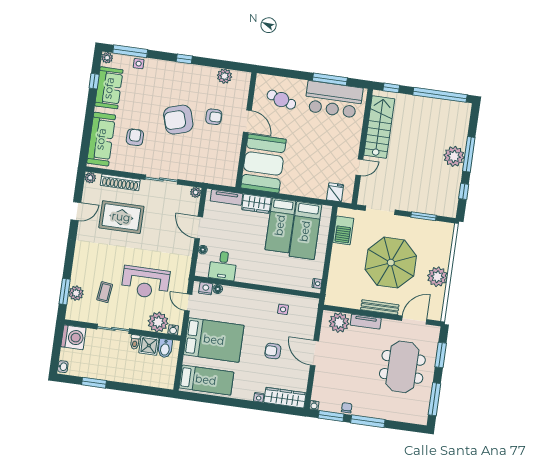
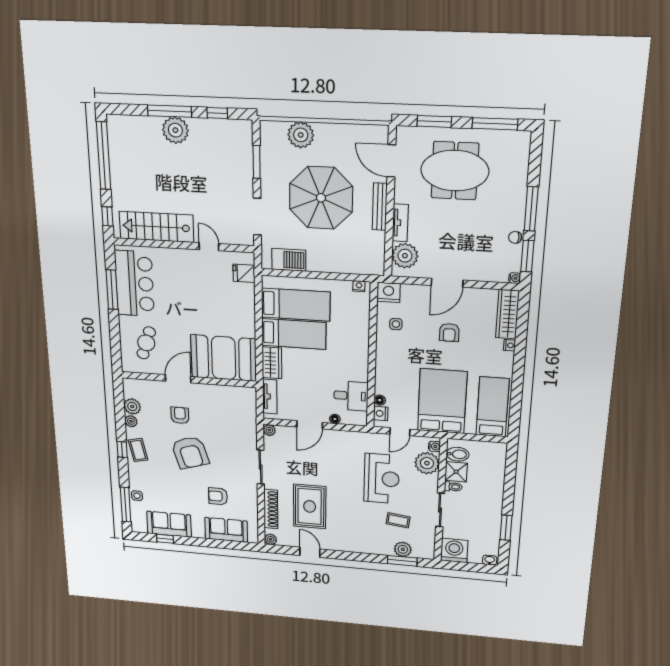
plant: (107, 58) -> (131, 421), moved
coffee table: (183, 73) -> (138, 450), added
sofa: (101, 139) -> (226, 530), width x0.73
plant: (437, 277) -> (301, 135), moved
nightstand: (310, 306) -> (388, 292), added

